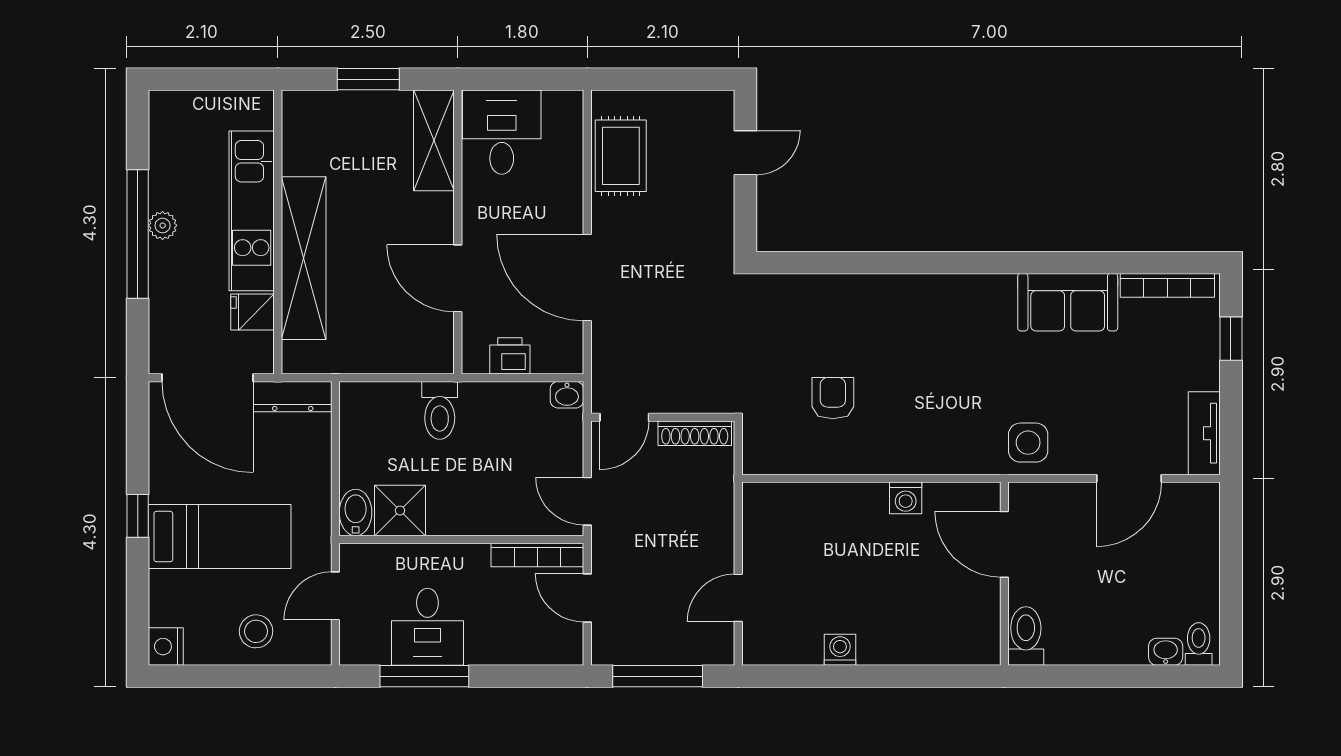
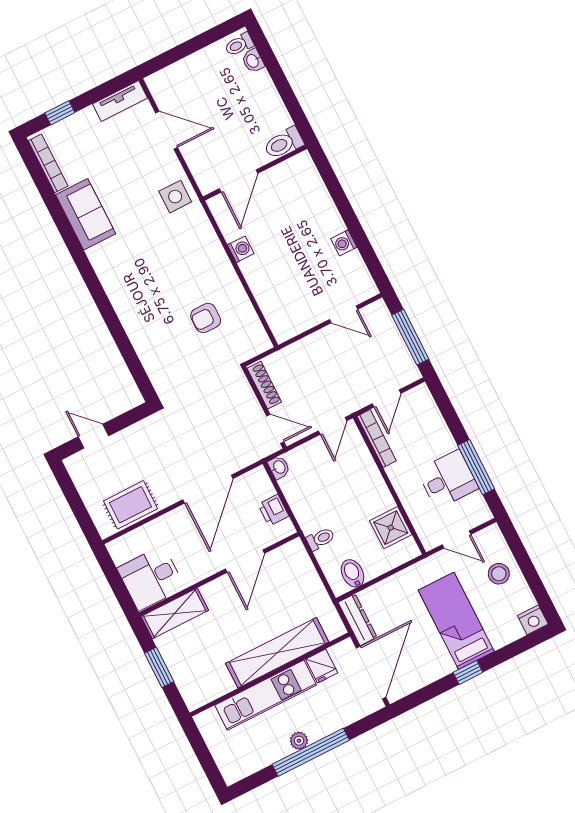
toilet: (440, 410) -> (320, 539), width x0.73, depth x0.72
bidet: (356, 513) -> (353, 573), moved, turned 90

